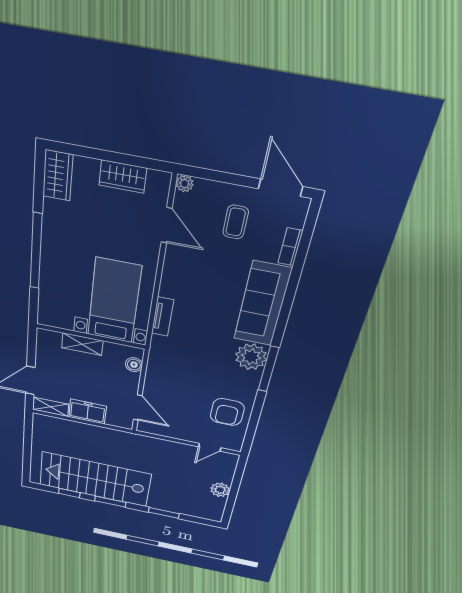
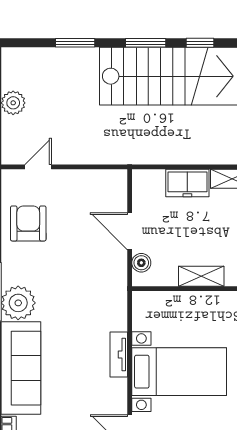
bed with nightstands: (114, 301) -> (179, 372), moved, turned -90
tv unit: (163, 317) -> (119, 355), moved
door: (138, 408) -> (130, 231), moved

